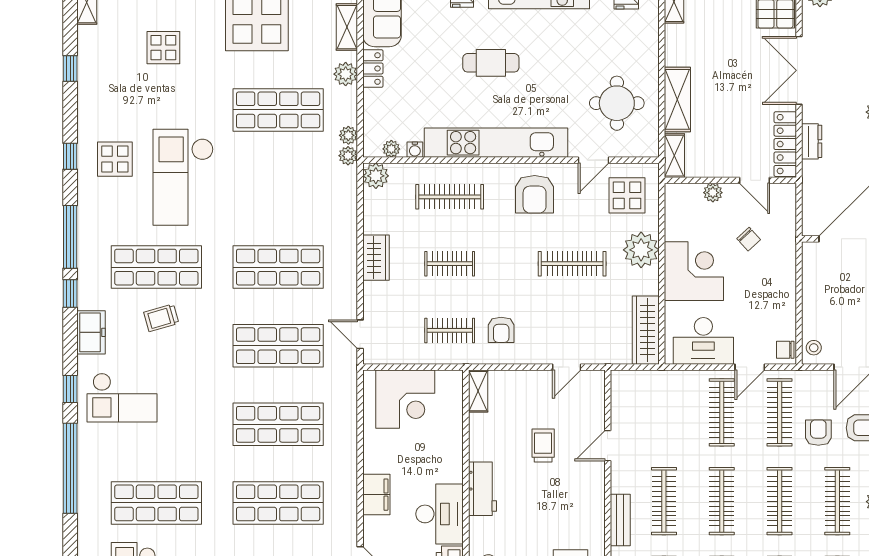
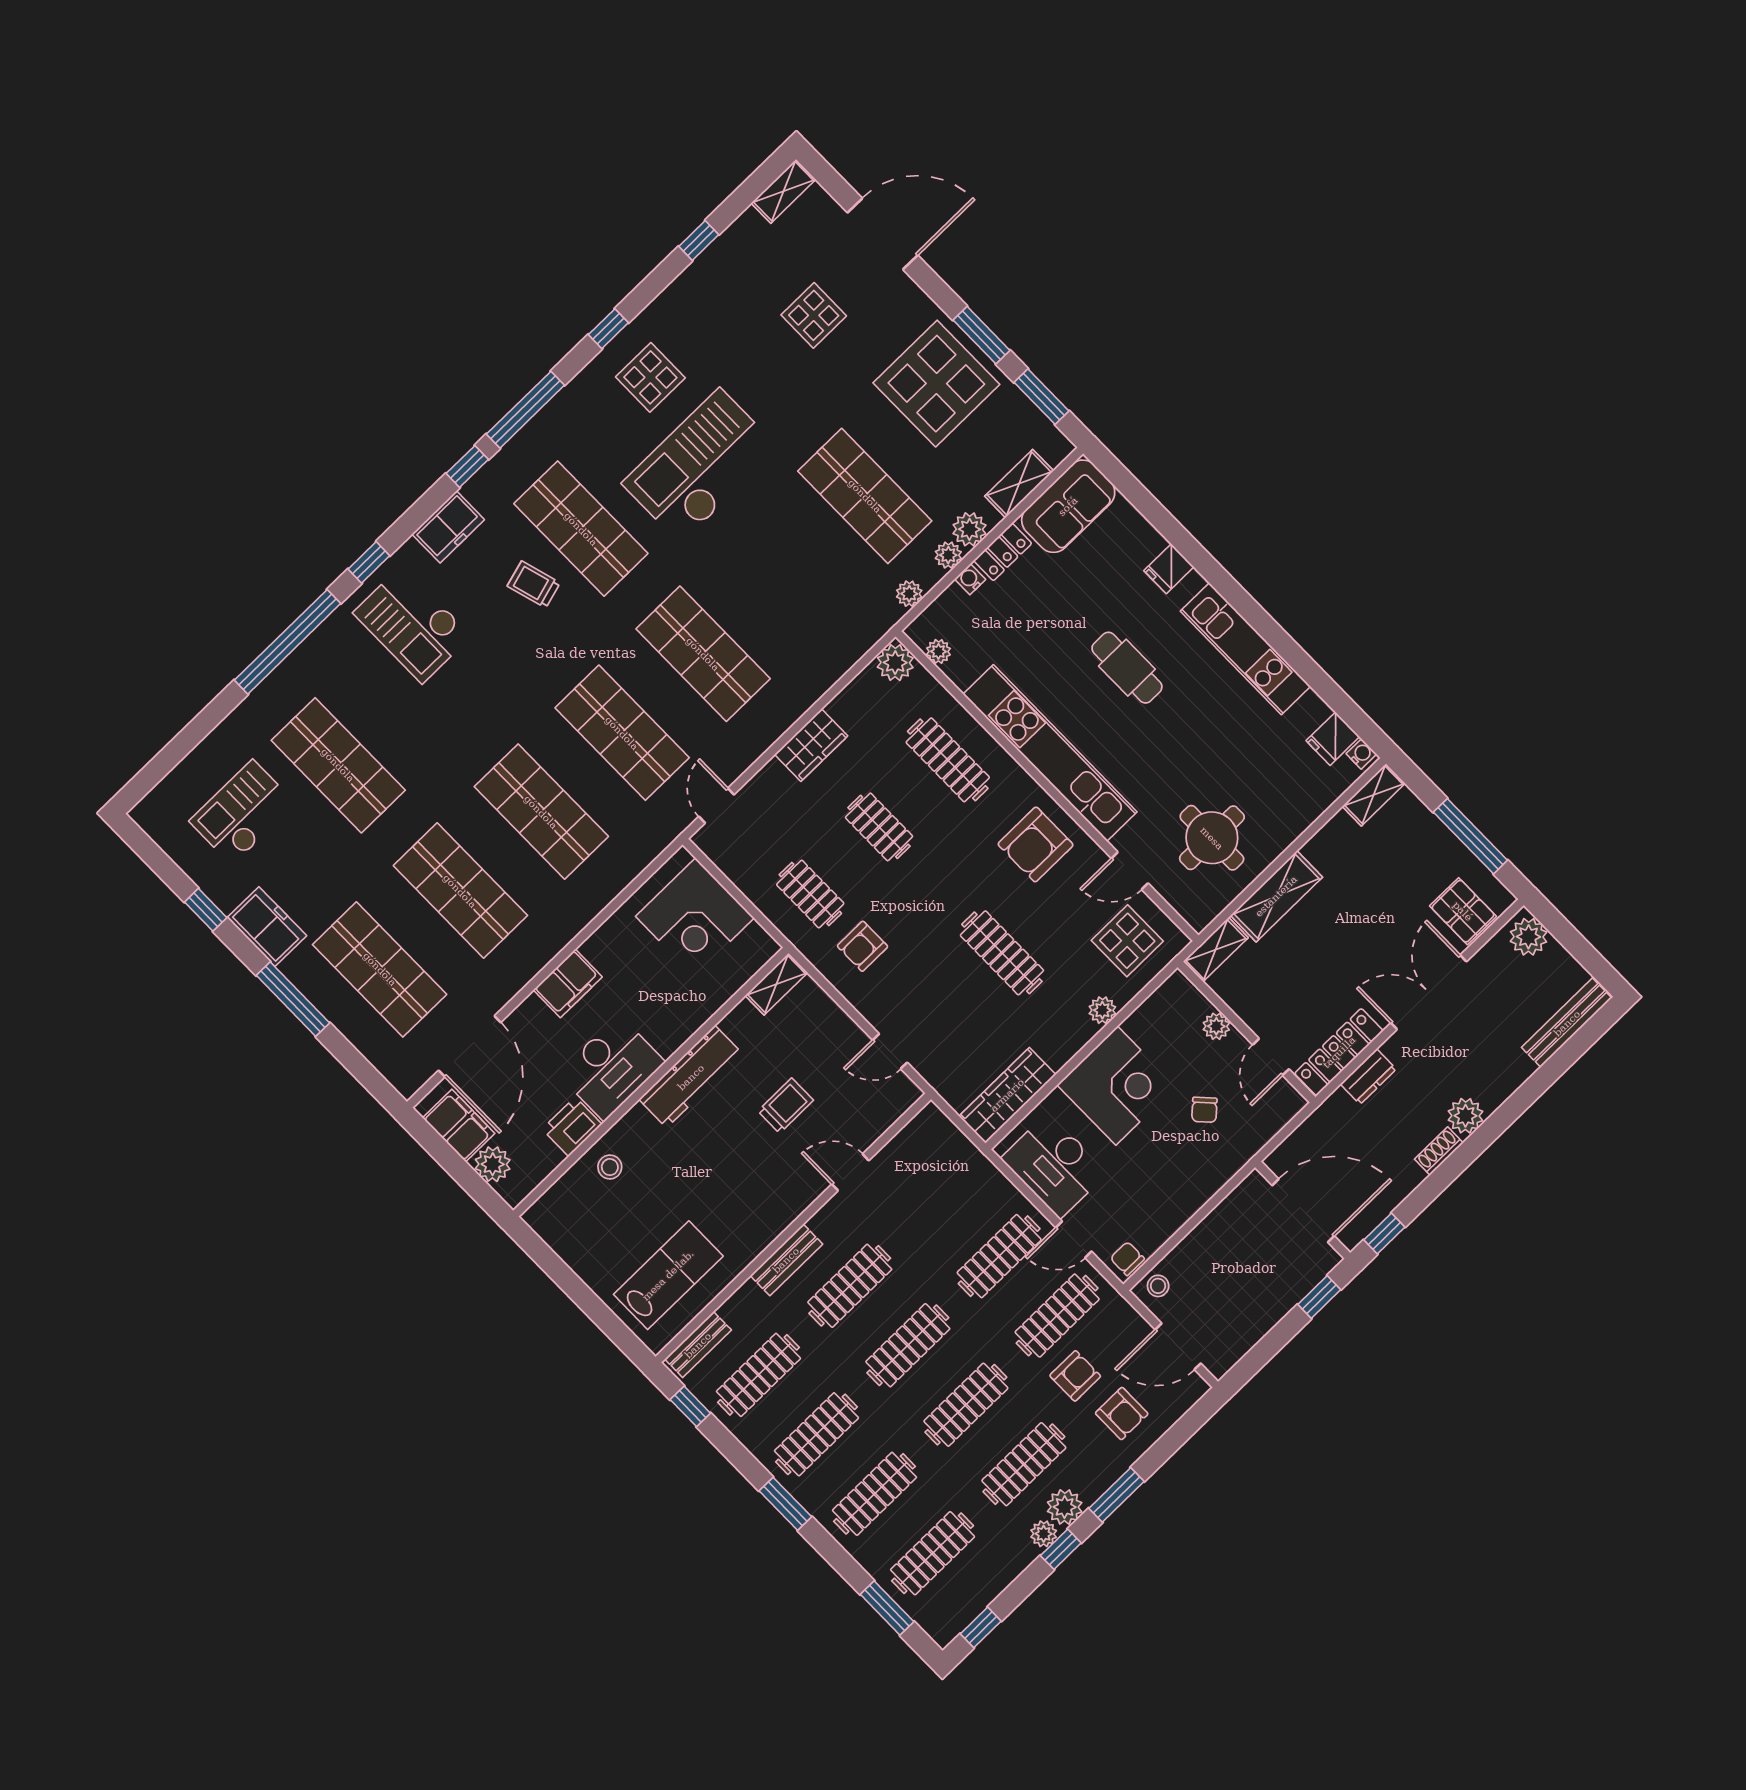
water cooler: (415, 150) -> (970, 579), moved, turned 90
plant: (348, 156) -> (948, 555), moved
plant: (641, 250) -> (1102, 1010), width x0.53, depth x0.53
workbench: (483, 489) -> (691, 1077), width x1.37

